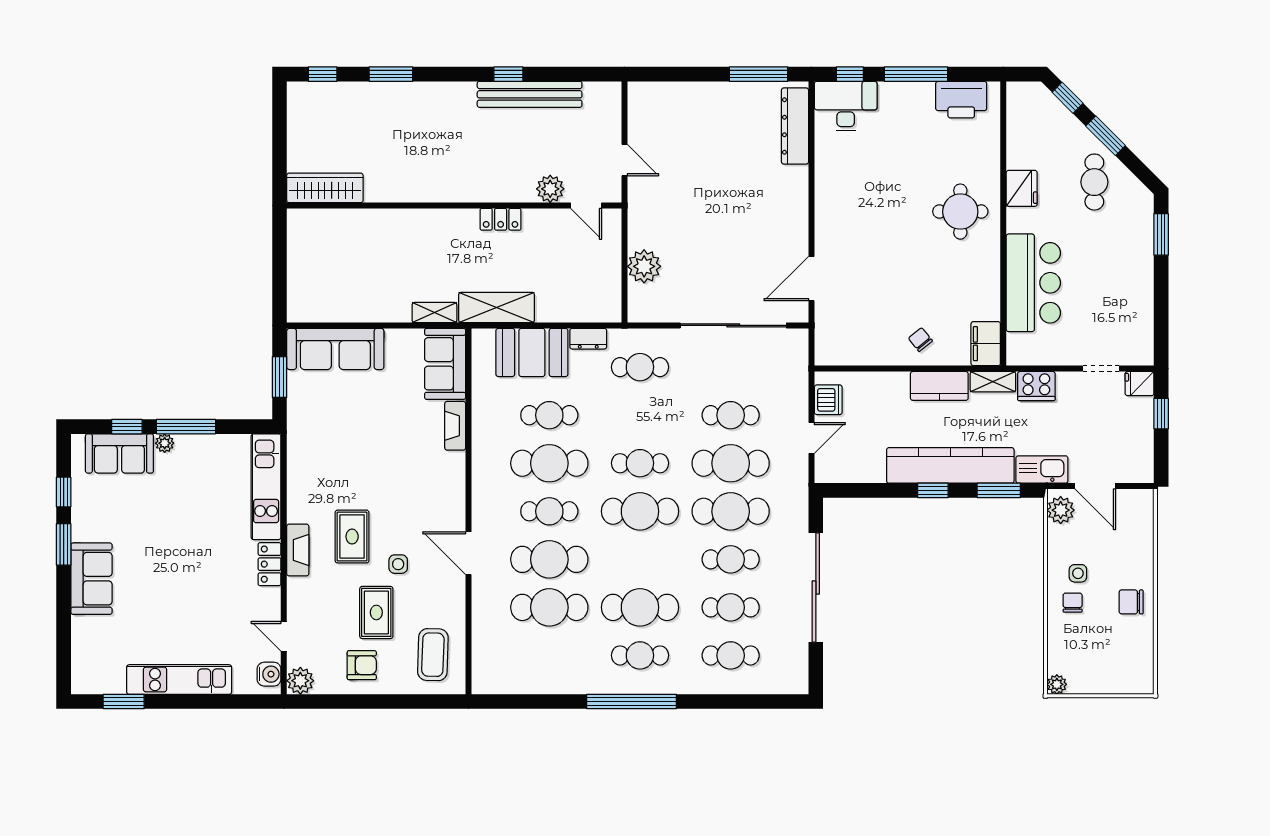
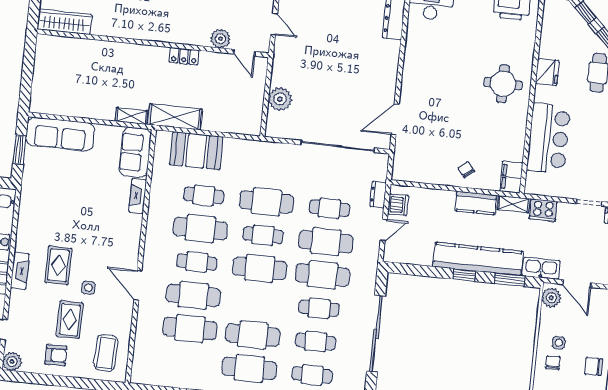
dresser: (588, 339) -> (378, 195), moved, turned 90
cafe table: (640, 367) -> (267, 202), moved, width x1.37, depth x1.35
cafe table: (640, 655) -> (249, 368), width x1.37, depth x1.35

